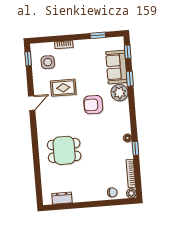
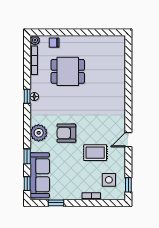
sofa: (116, 67) -> (40, 175), width x1.36
plant: (120, 93) -> (39, 133), moved
armchair: (93, 105) -> (66, 133), turned 180
window: (135, 148) -> (27, 96), moved
dining table: (64, 150) -> (68, 71), moved
dresser: (62, 198) -> (106, 41), removed

